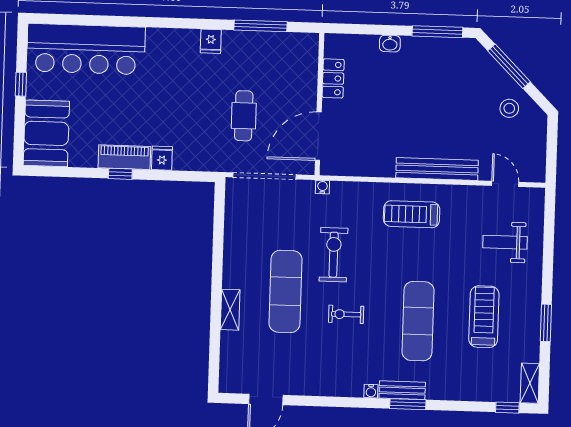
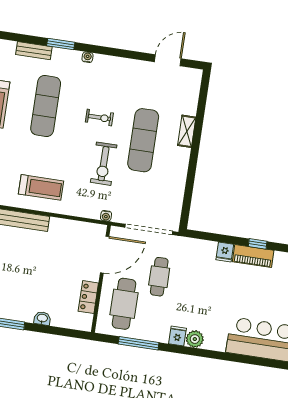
plant: (188, 40) -> (195, 339), added
cafe table: (286, 75) -> (124, 304), added
bench: (402, 390) -> (34, 51), moved

